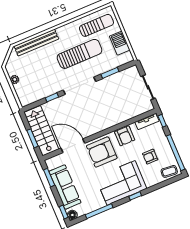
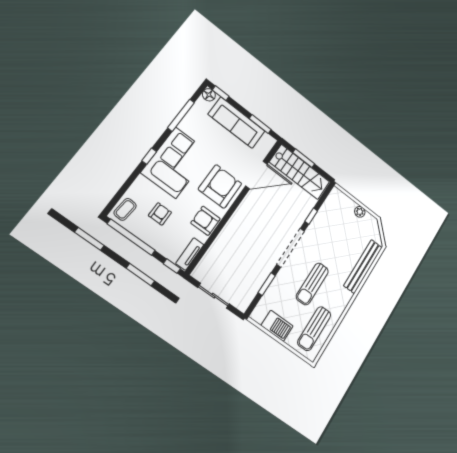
sun lounger: (80, 54) -> (312, 284), width x0.73, depth x0.75

